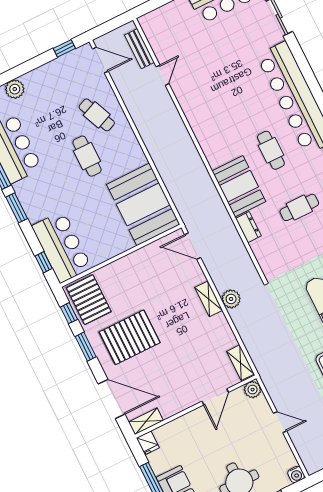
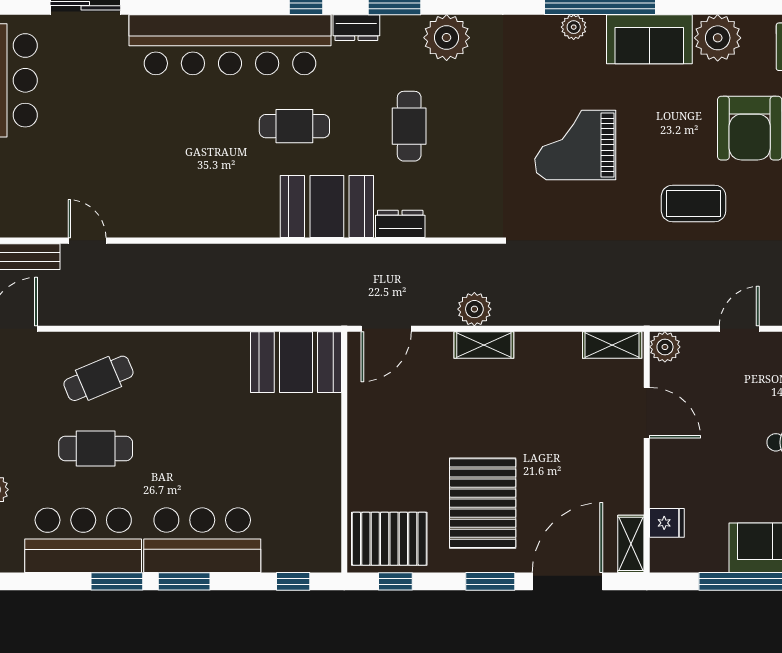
cafe table: (87, 156) -> (96, 448), moved
booth: (143, 204) -> (296, 362), width x0.73, depth x0.70
bar counter: (62, 247) -> (202, 540), moved
plant: (231, 299) -> (474, 309), moved
window: (86, 347) -> (490, 581), moved
fridge: (148, 443) -> (667, 523), moved

